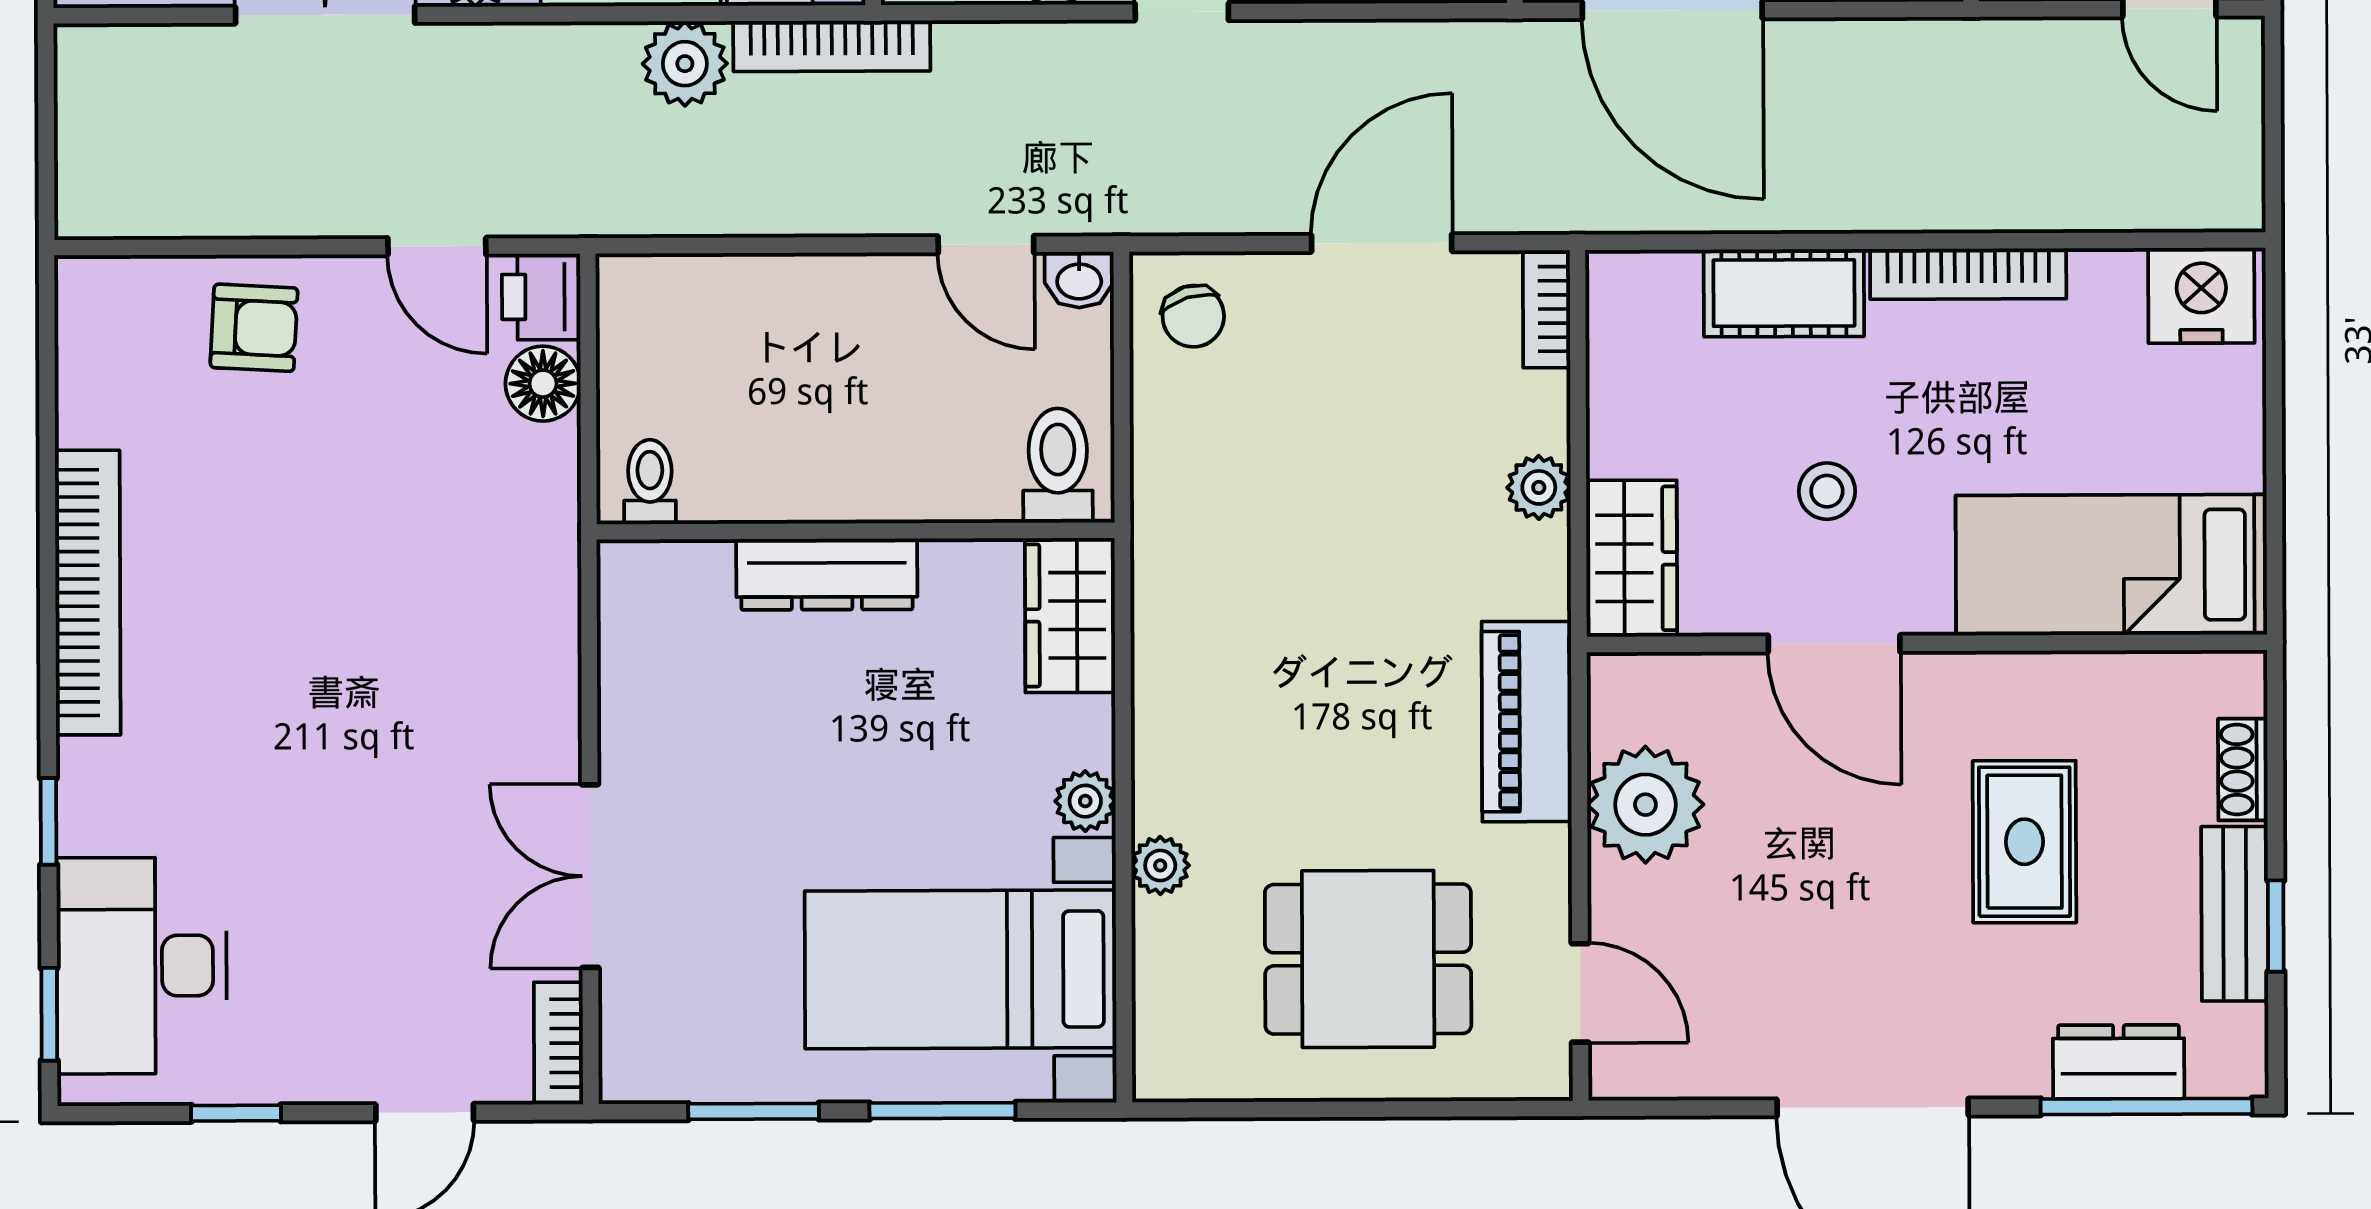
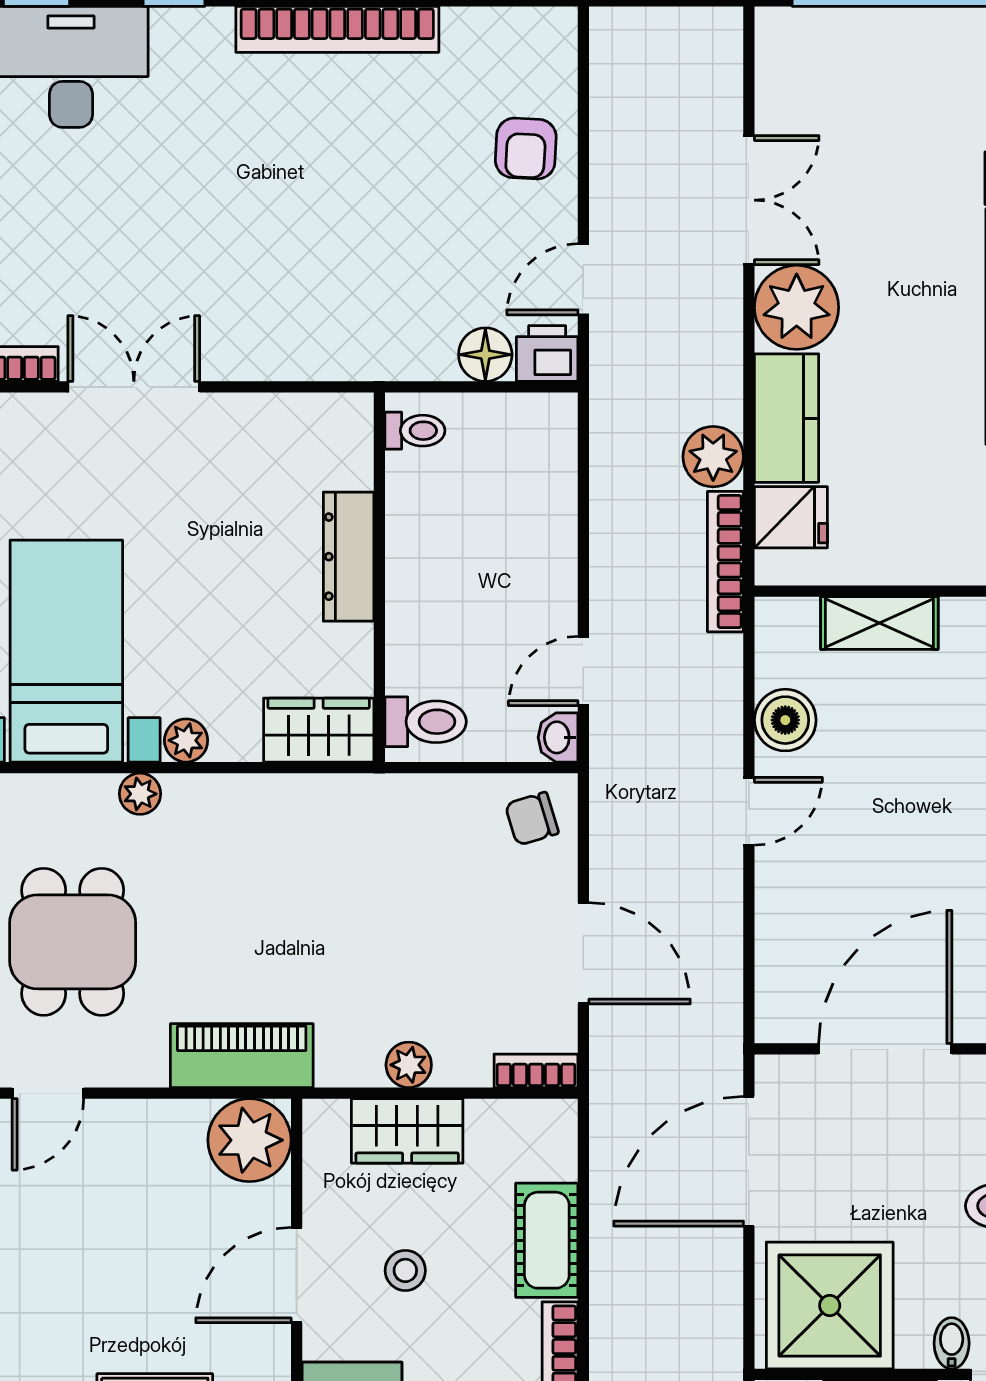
wardrobe: (1632, 558) -> (407, 1131), moved
plant: (1645, 805) -> (249, 1140), moved

